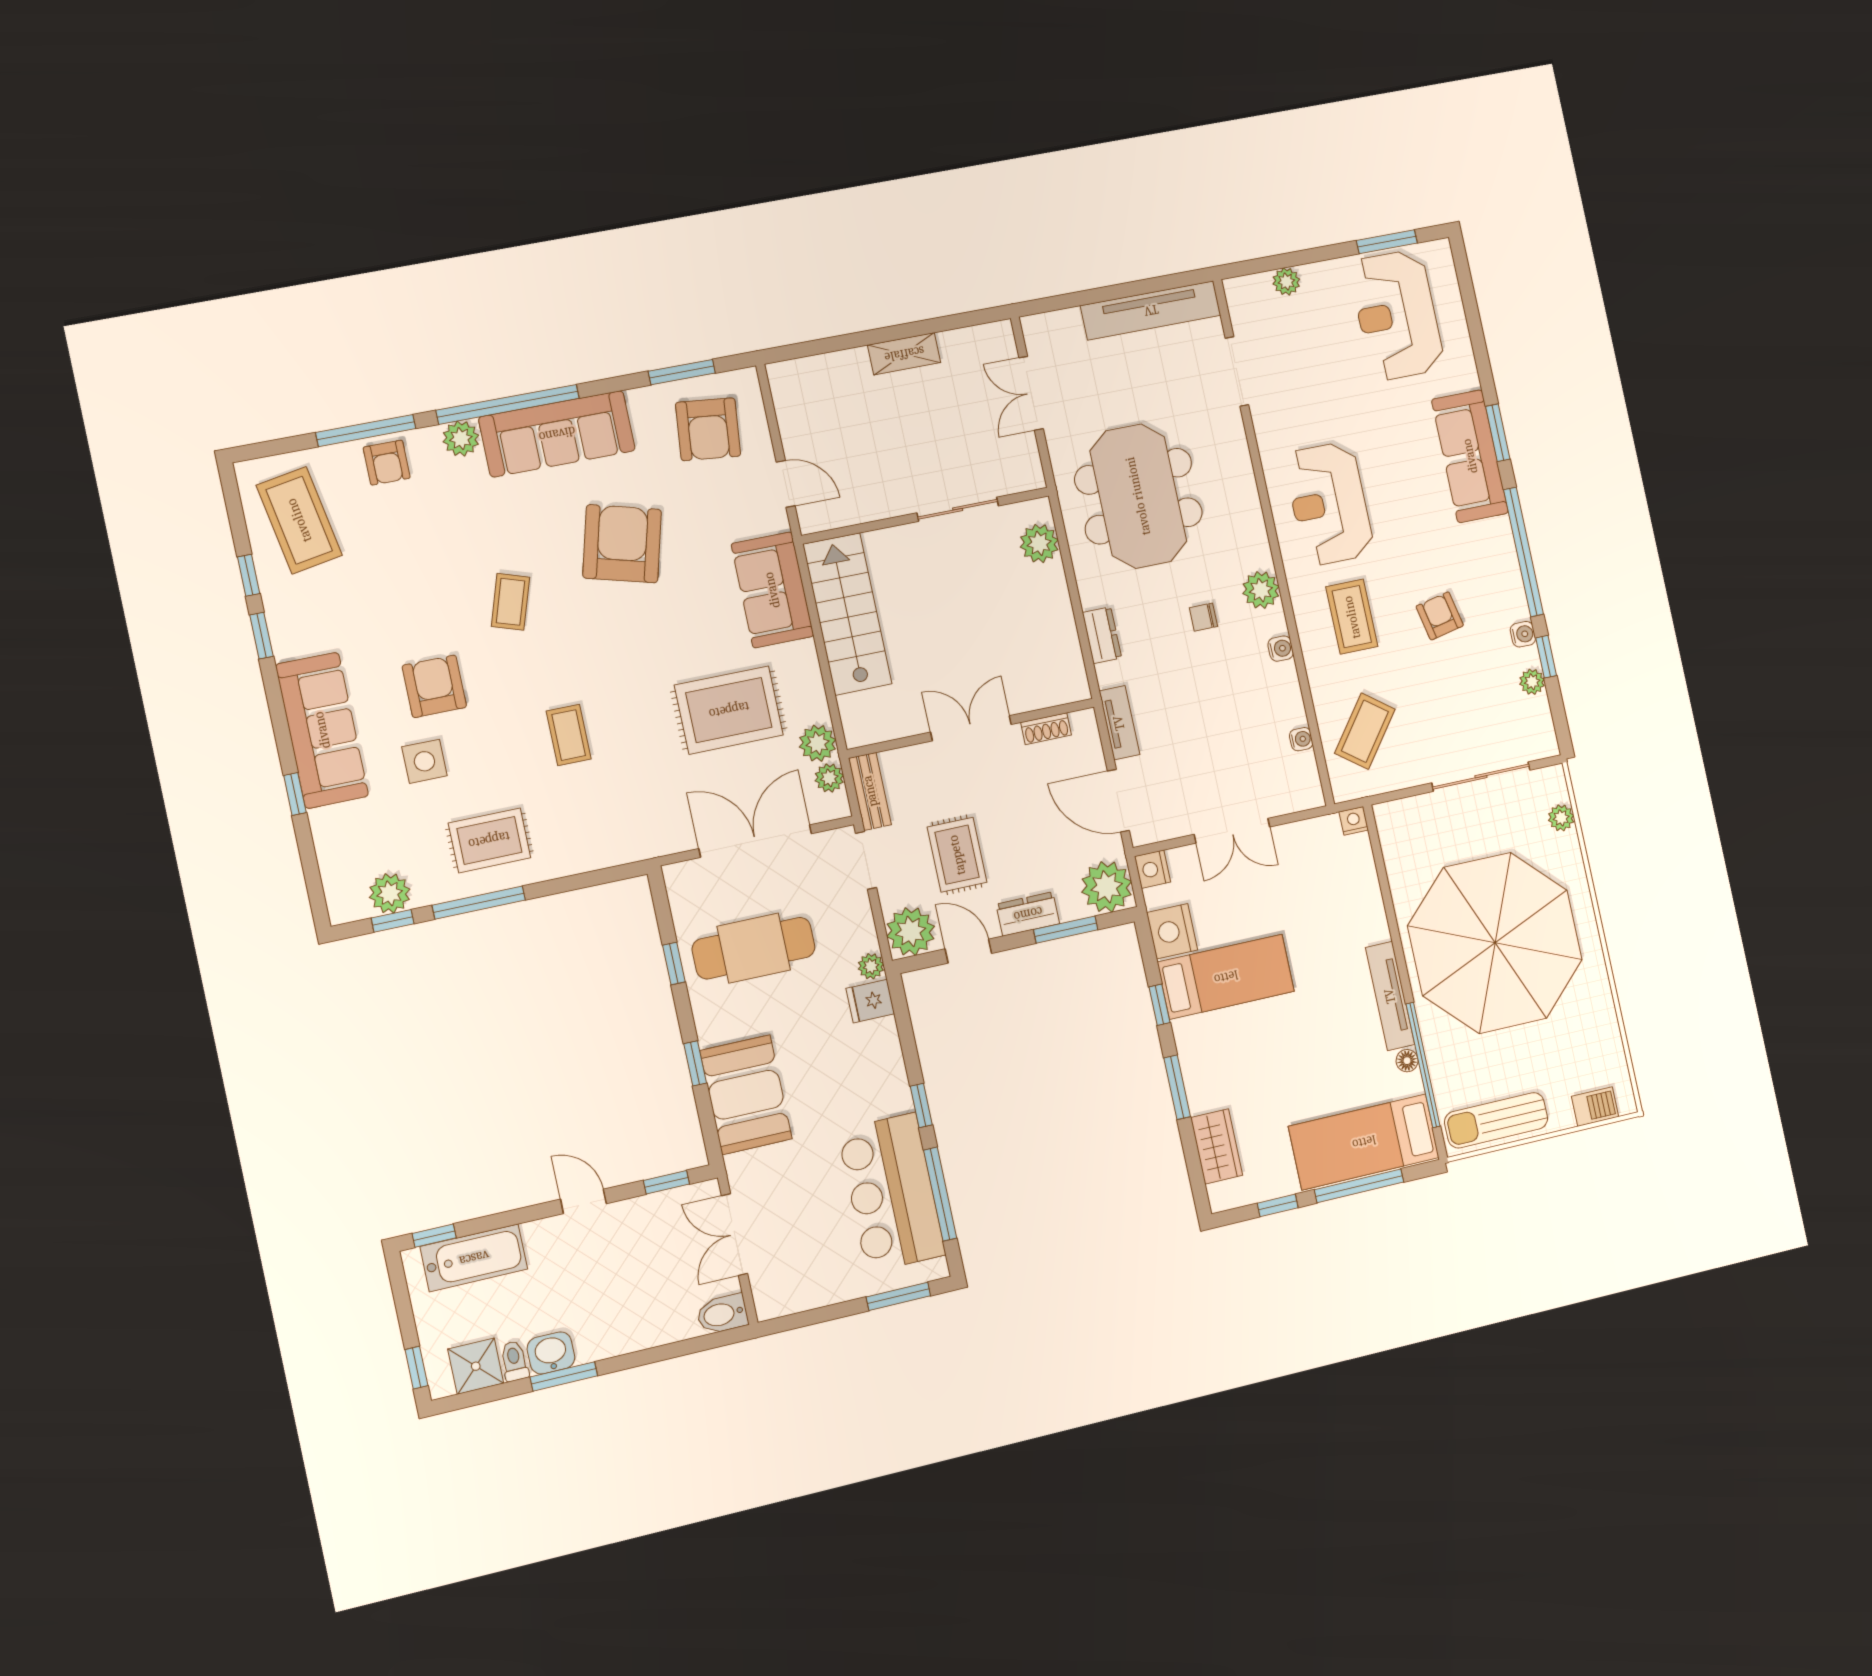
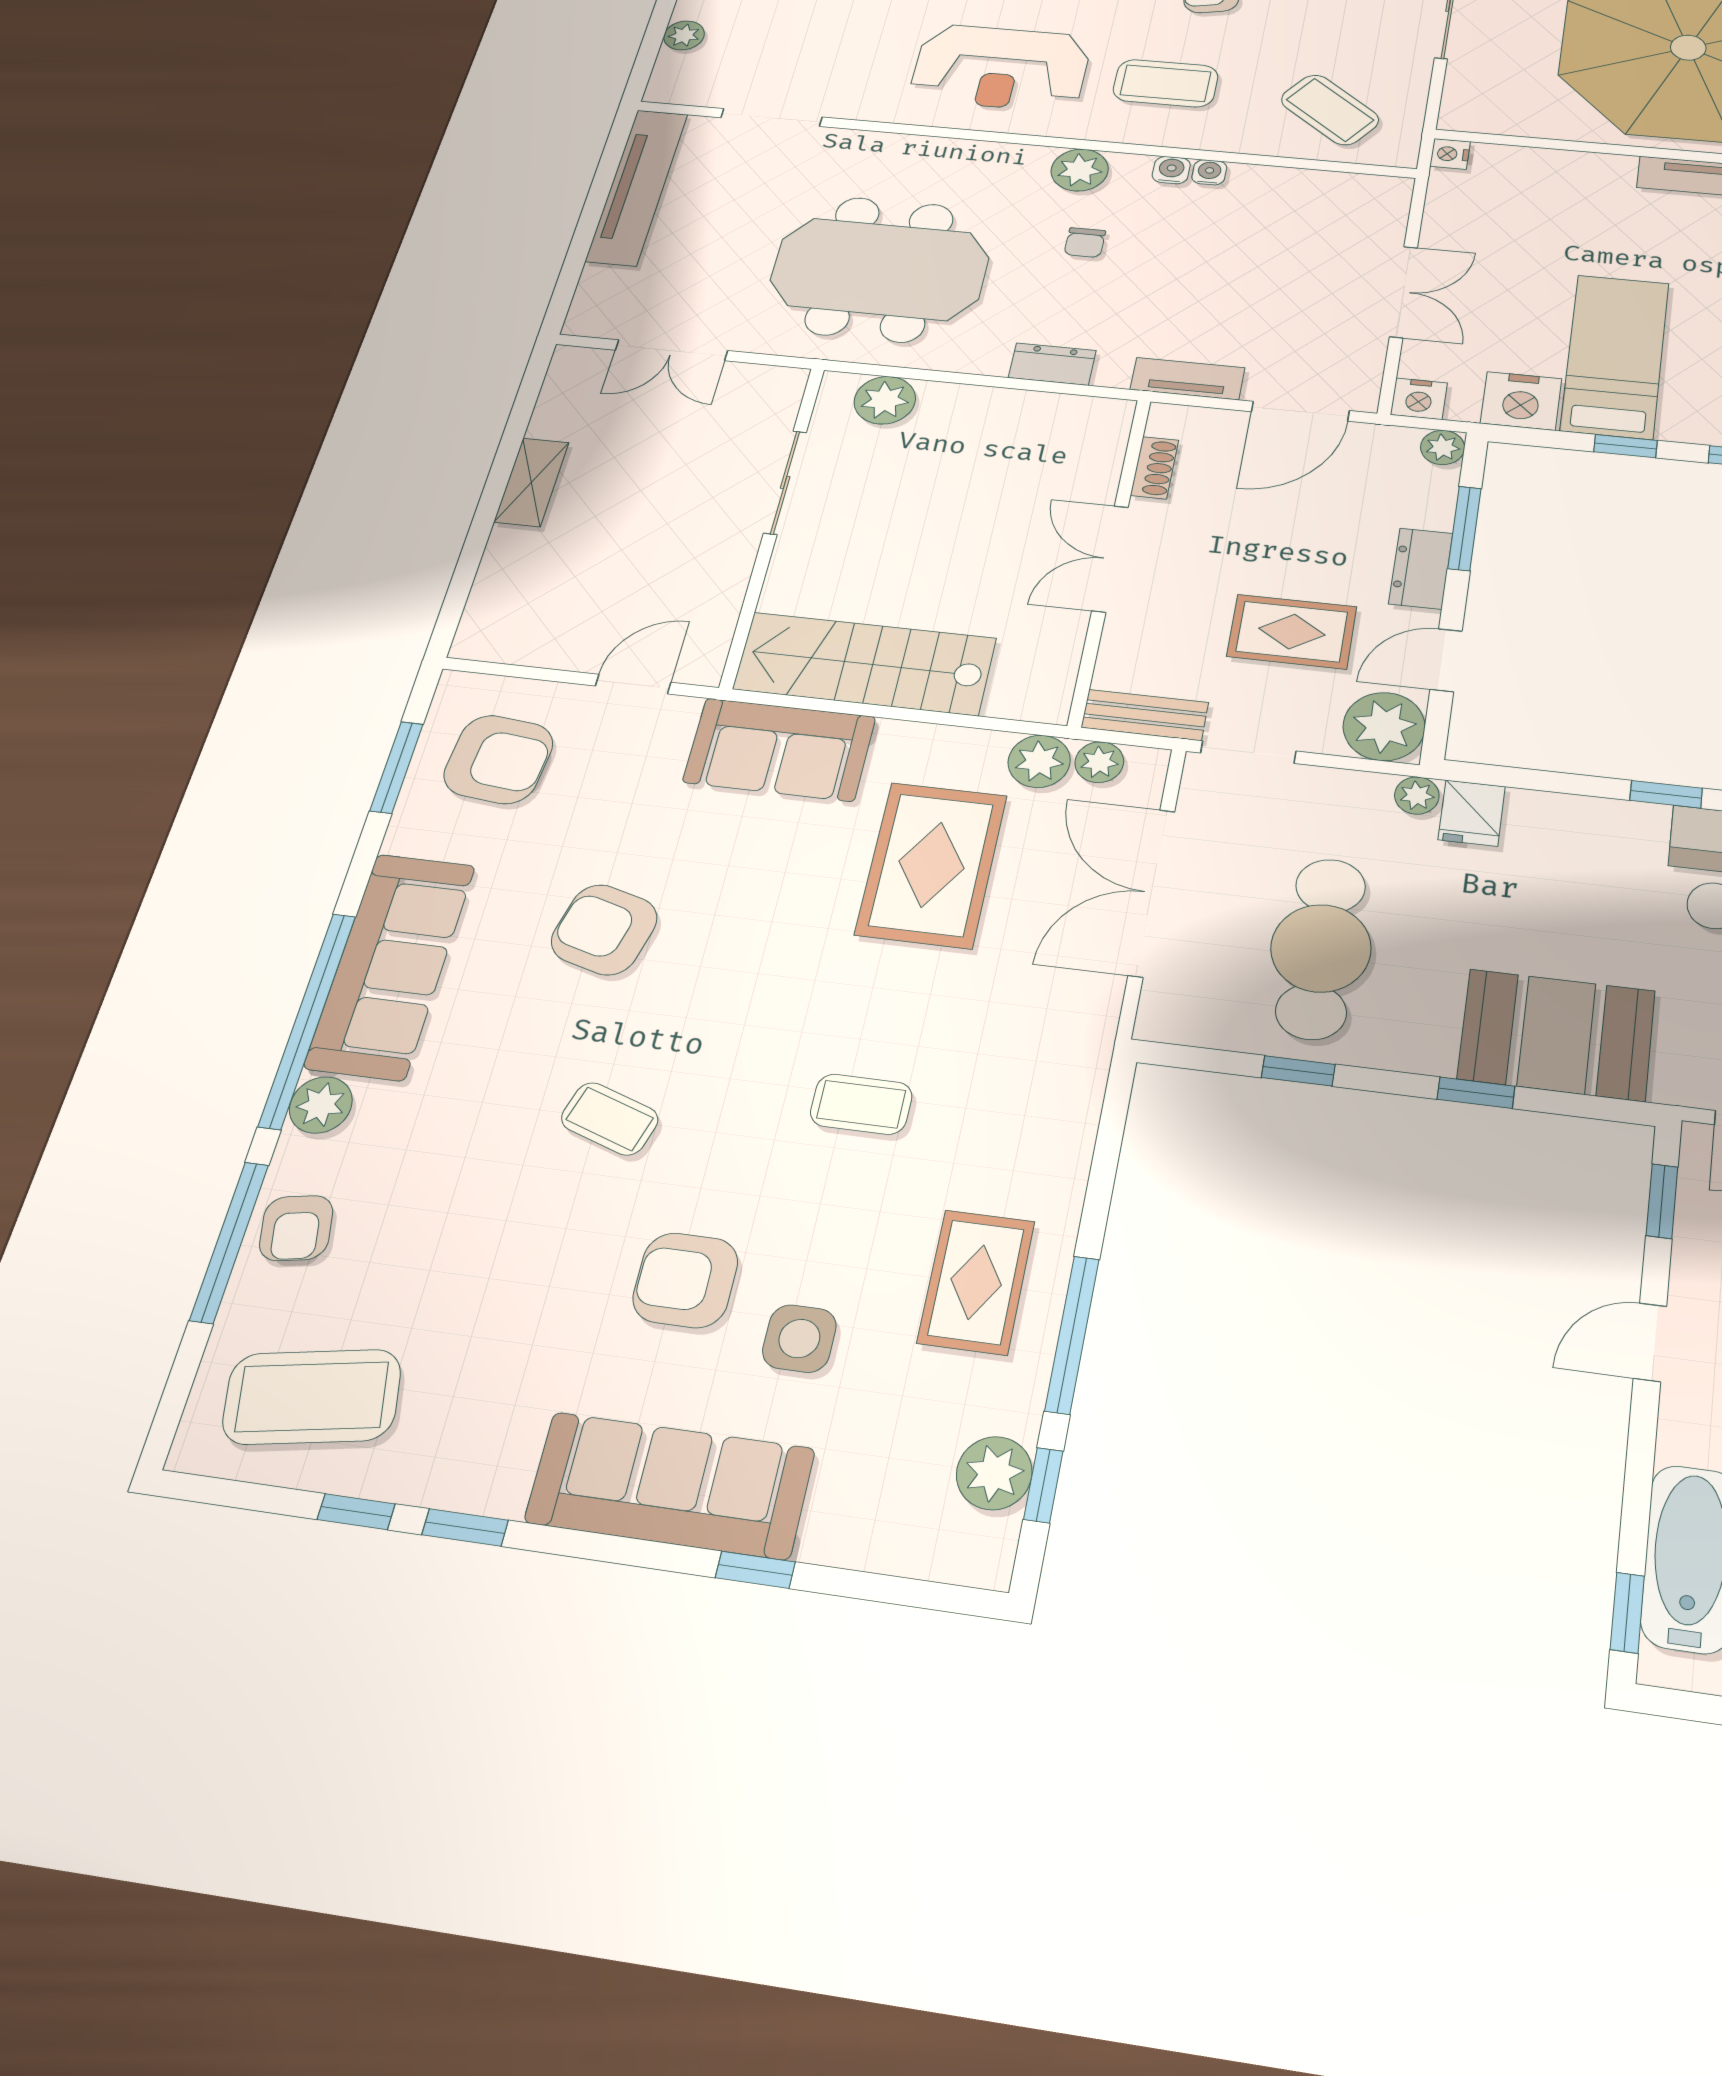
armchair: (387, 463) -> (296, 1228), turned 80
armchair: (622, 544) -> (604, 930), width x0.73, depth x0.73
water cooler: (1301, 739) -> (1209, 172), moved
plant: (1107, 887) -> (1443, 447), width x0.53, depth x0.53

